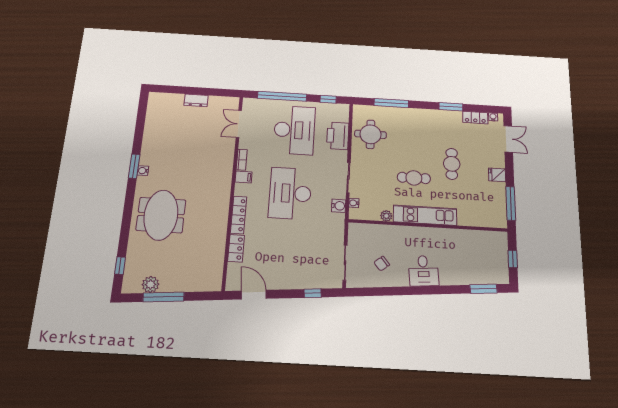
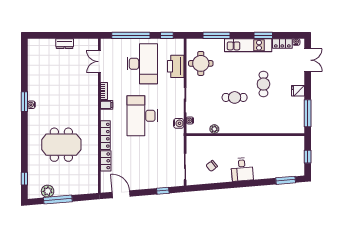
meeting table: (161, 215) -> (61, 145), moved, turned 90
kitchen unit: (425, 215) -> (248, 45), moved, turned 180

